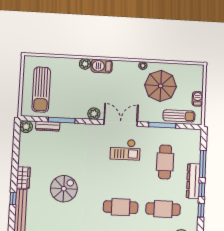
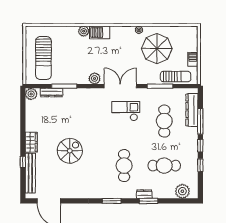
checkout: (125, 150) -> (126, 111), turned 180
dresser: (193, 181) -> (192, 110), moved
cafe table: (121, 207) -> (124, 166), turned 90

